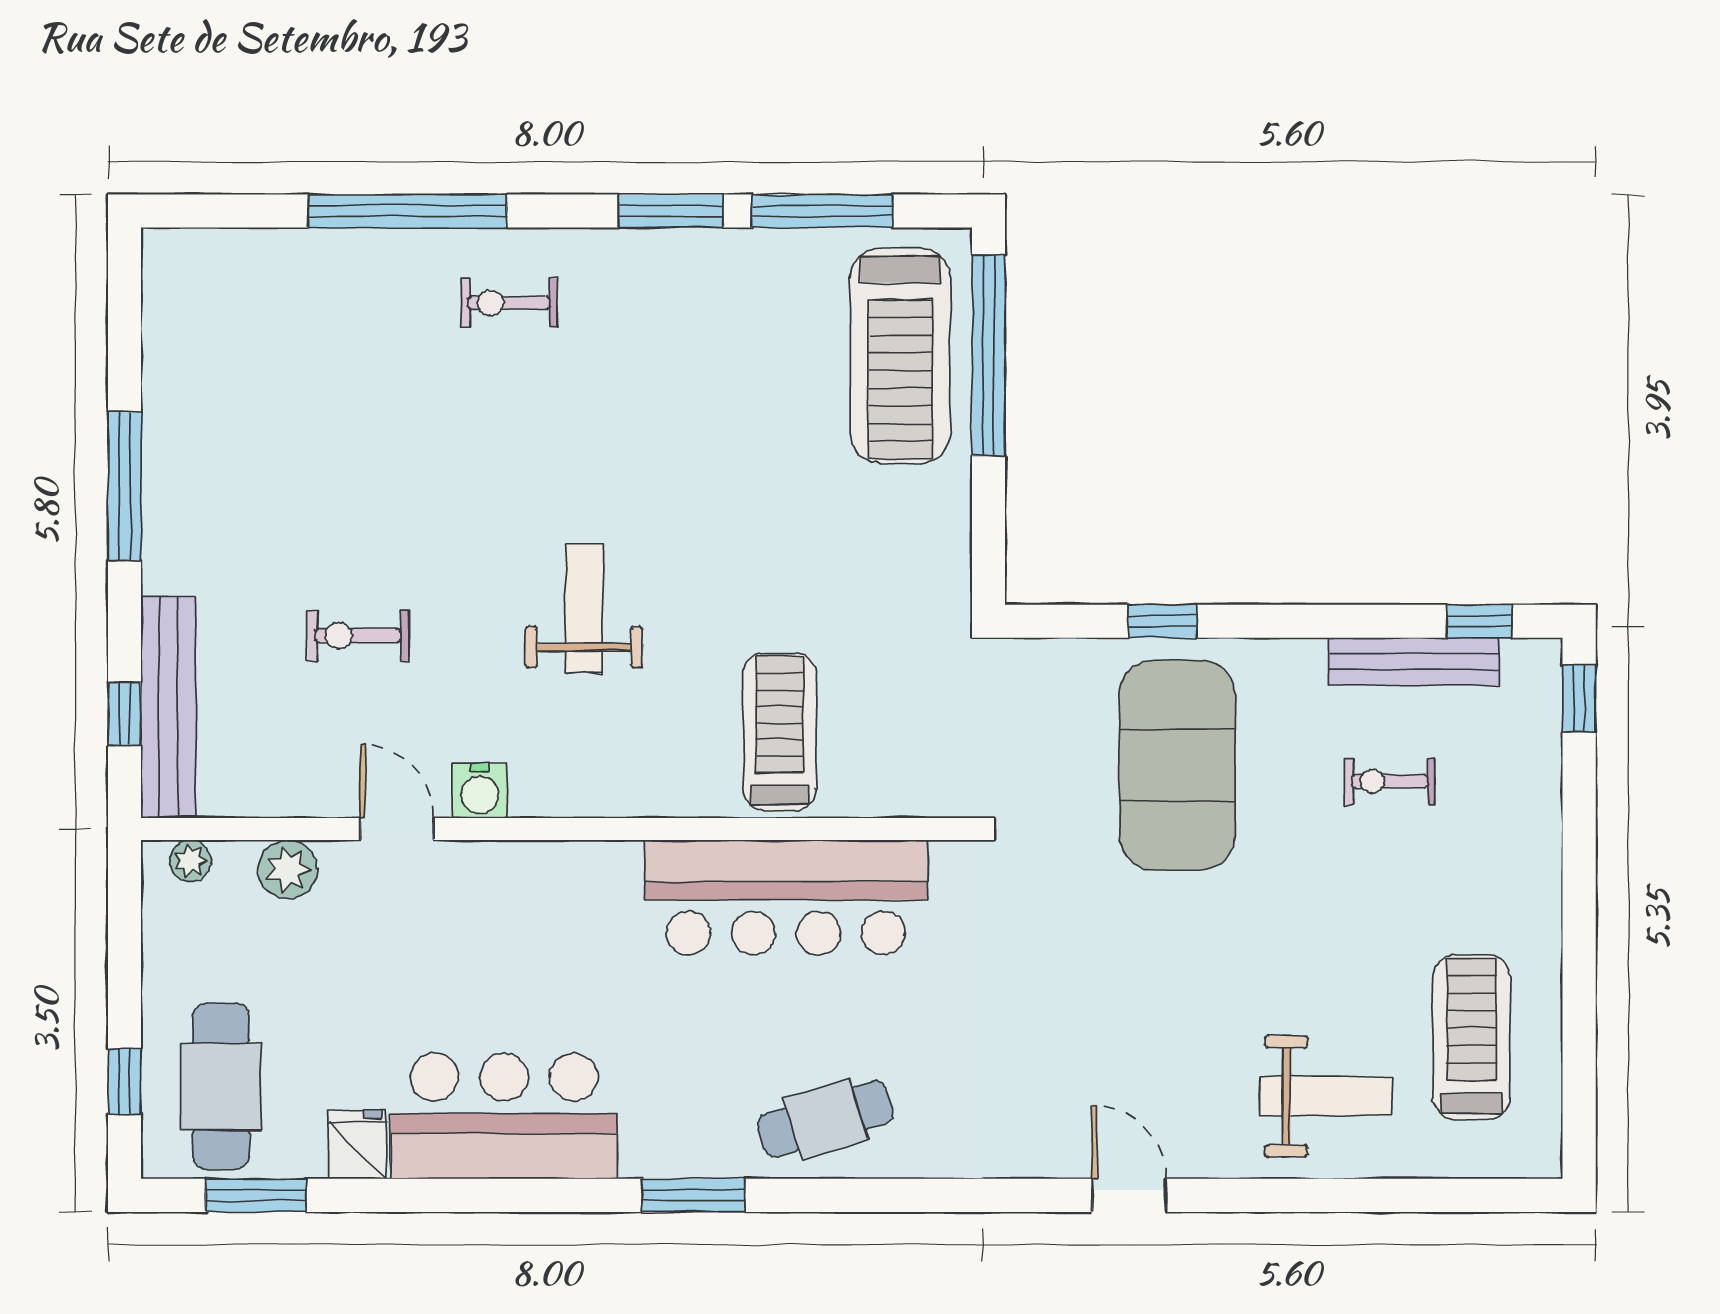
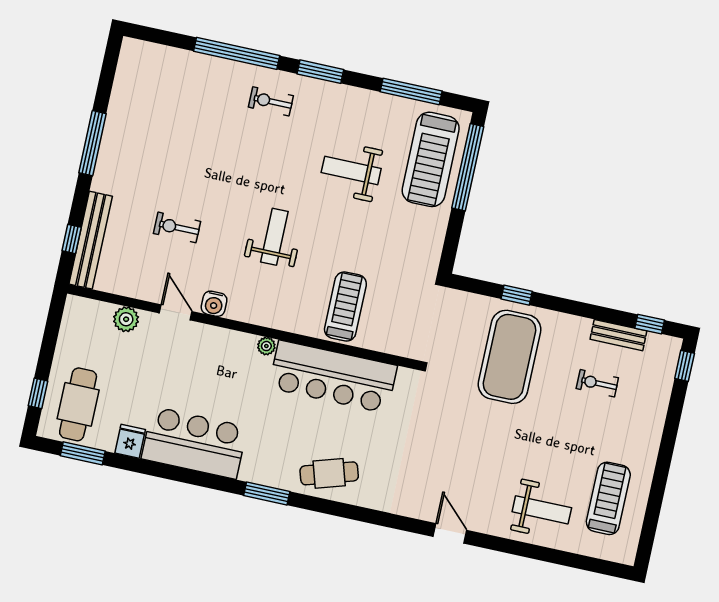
window: (671, 211) -> (320, 72), moved
weight bench: (725, 420) -> (351, 171), added
bench: (1414, 661) -> (618, 335), width x0.73
plant: (190, 861) -> (266, 346), moved

